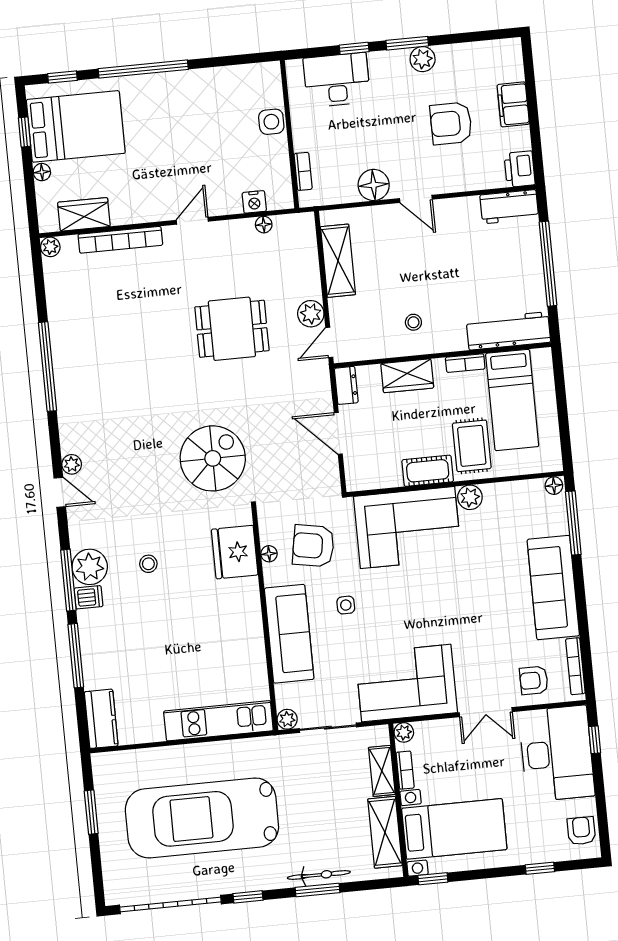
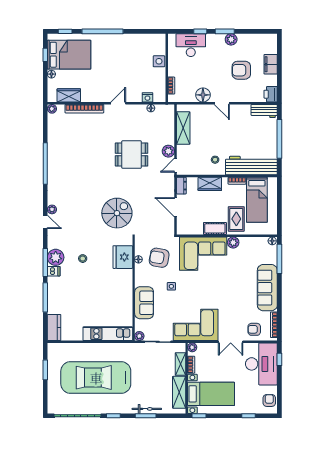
workbench: (508, 331) -> (251, 166), width x1.36, depth x1.32
sofa: (289, 634) -> (144, 303), width x0.73

